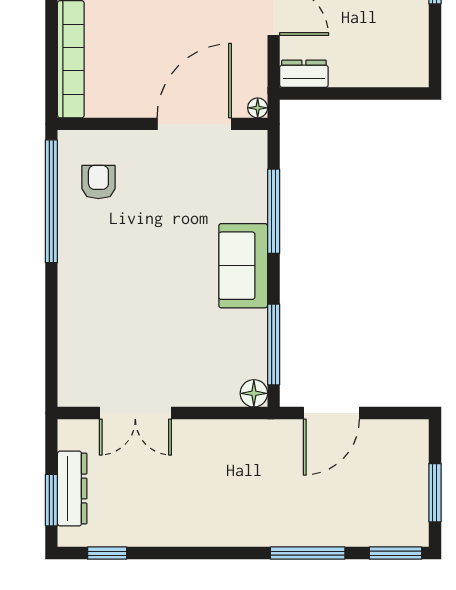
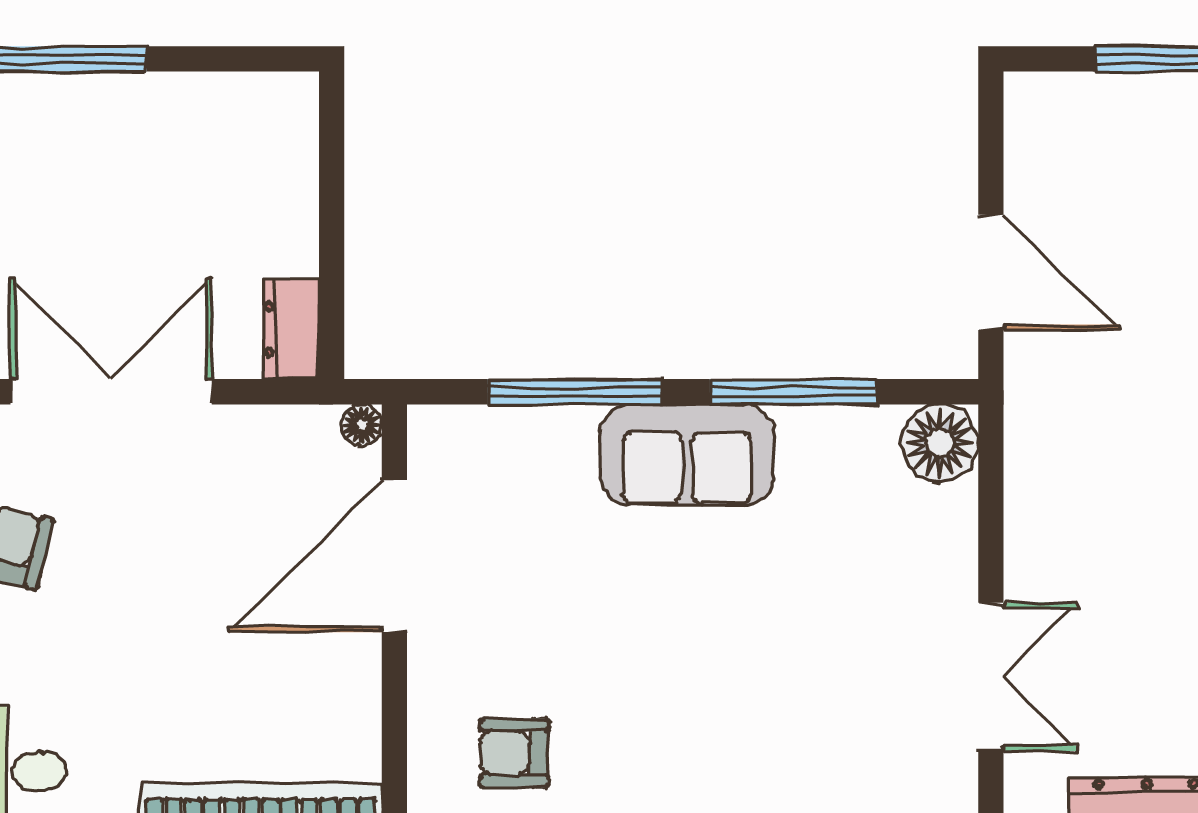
door: (194, 124) -> (394, 555), hinge flipped
window: (274, 344) -> (793, 392), moved
floor lamp: (254, 393) -> (940, 443), width x1.38, depth x1.38

